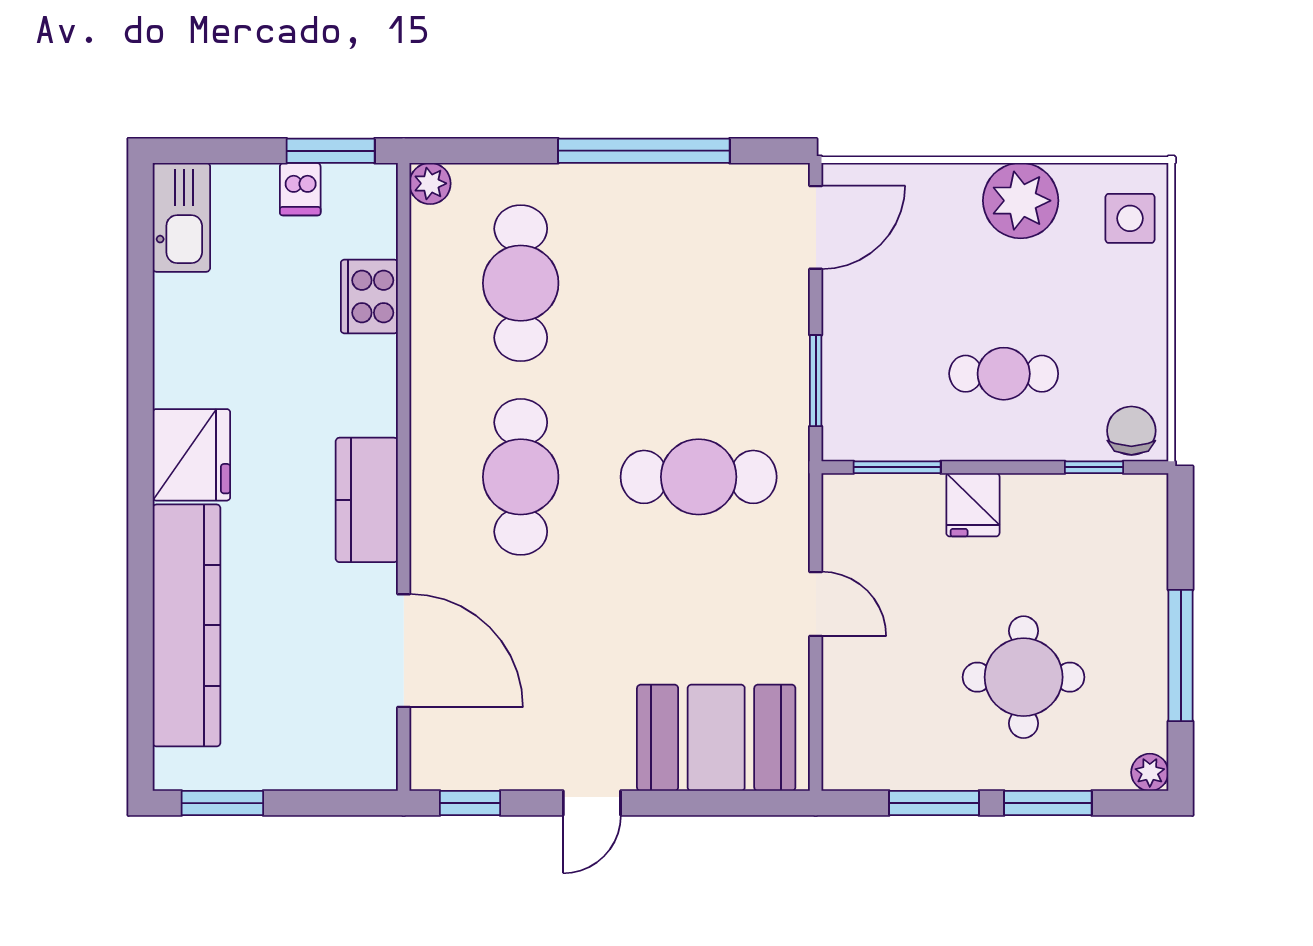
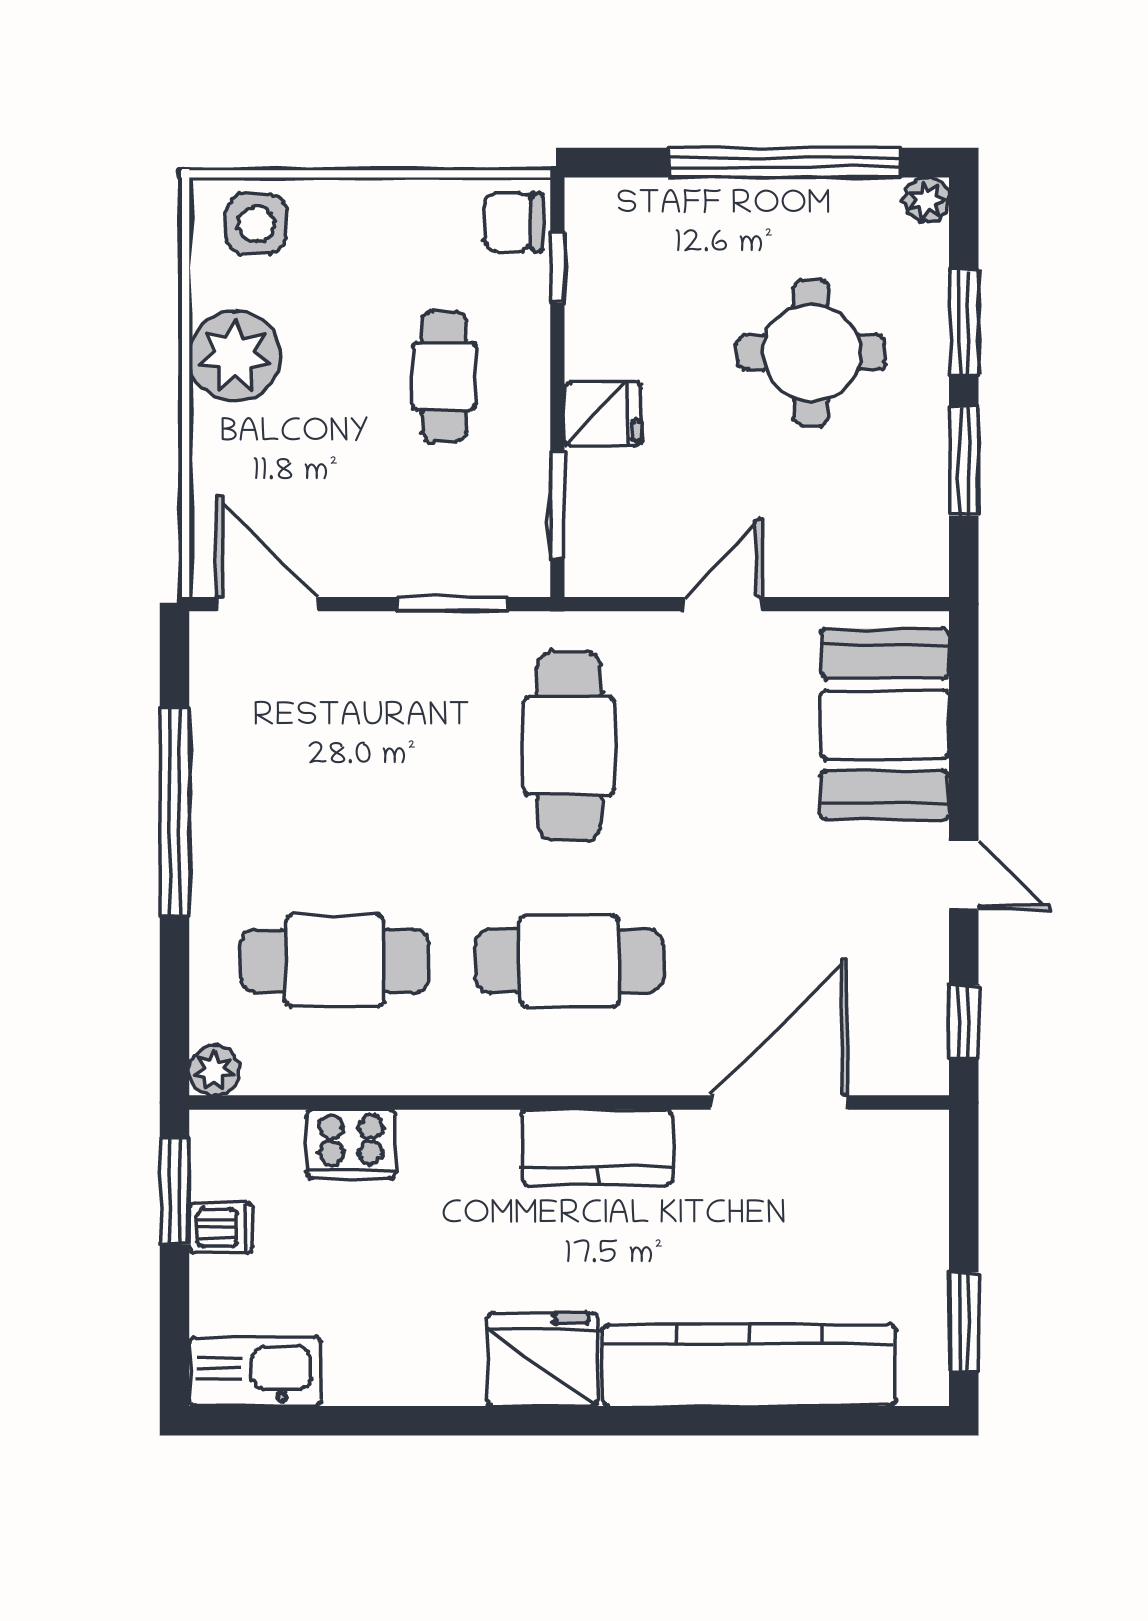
window: (1181, 655) -> (785, 163), width x1.46

